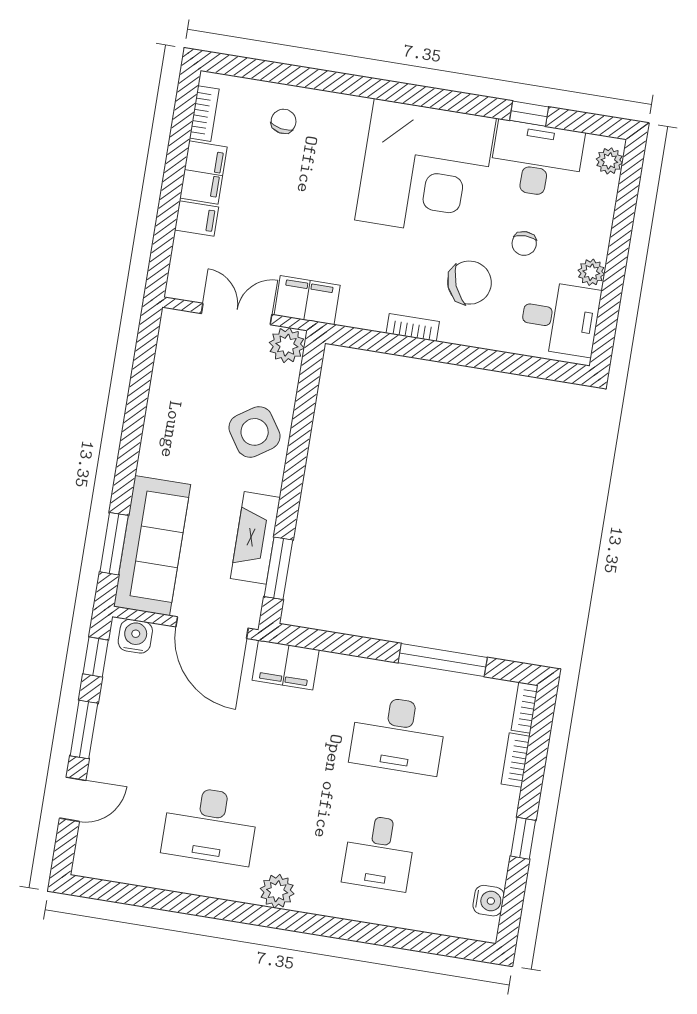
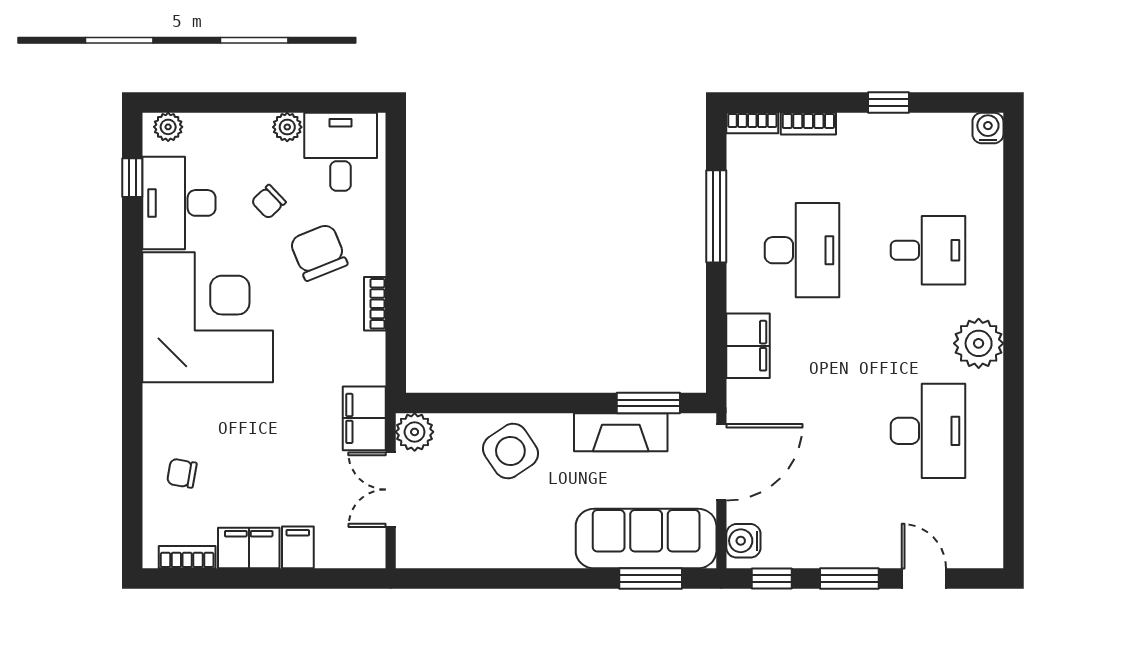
window: (529, 114) -> (132, 178), moved
chair: (524, 243) -> (269, 202), turned 136
filing cabinet: (286, 665) -> (748, 346), moved
plant: (277, 891) -> (979, 343), width x1.36, depth x1.36
water cooler: (489, 901) -> (988, 128), moved

